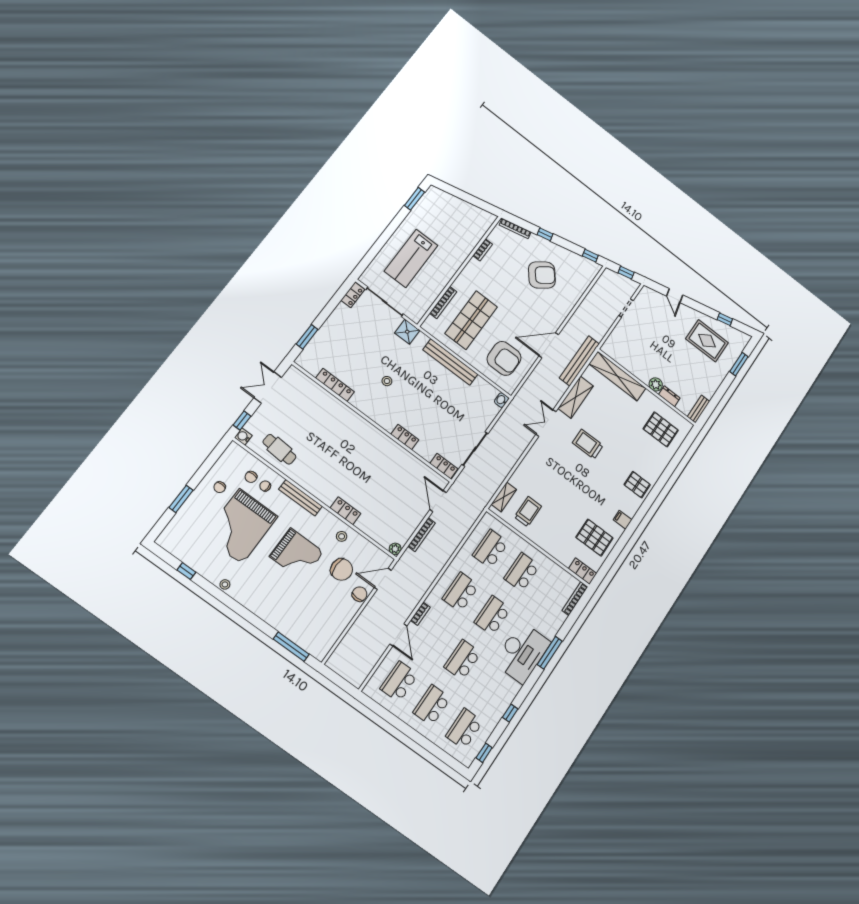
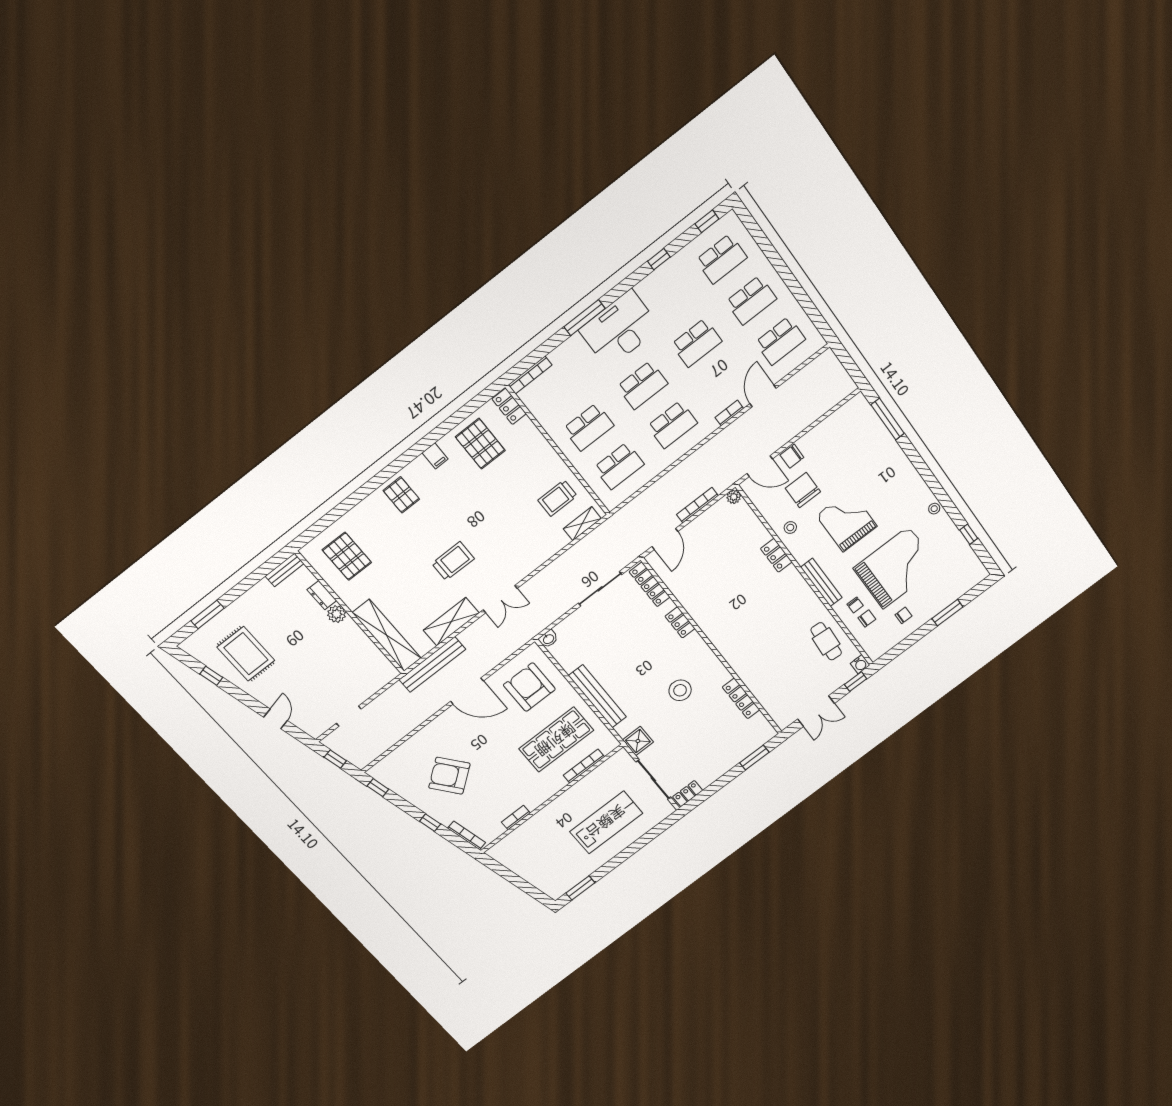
stool: (387, 381) -> (680, 690), width x1.89, depth x1.89
trolley: (588, 444) -> (453, 561), turned -90
locker: (444, 466) -> (650, 584), width x1.53

